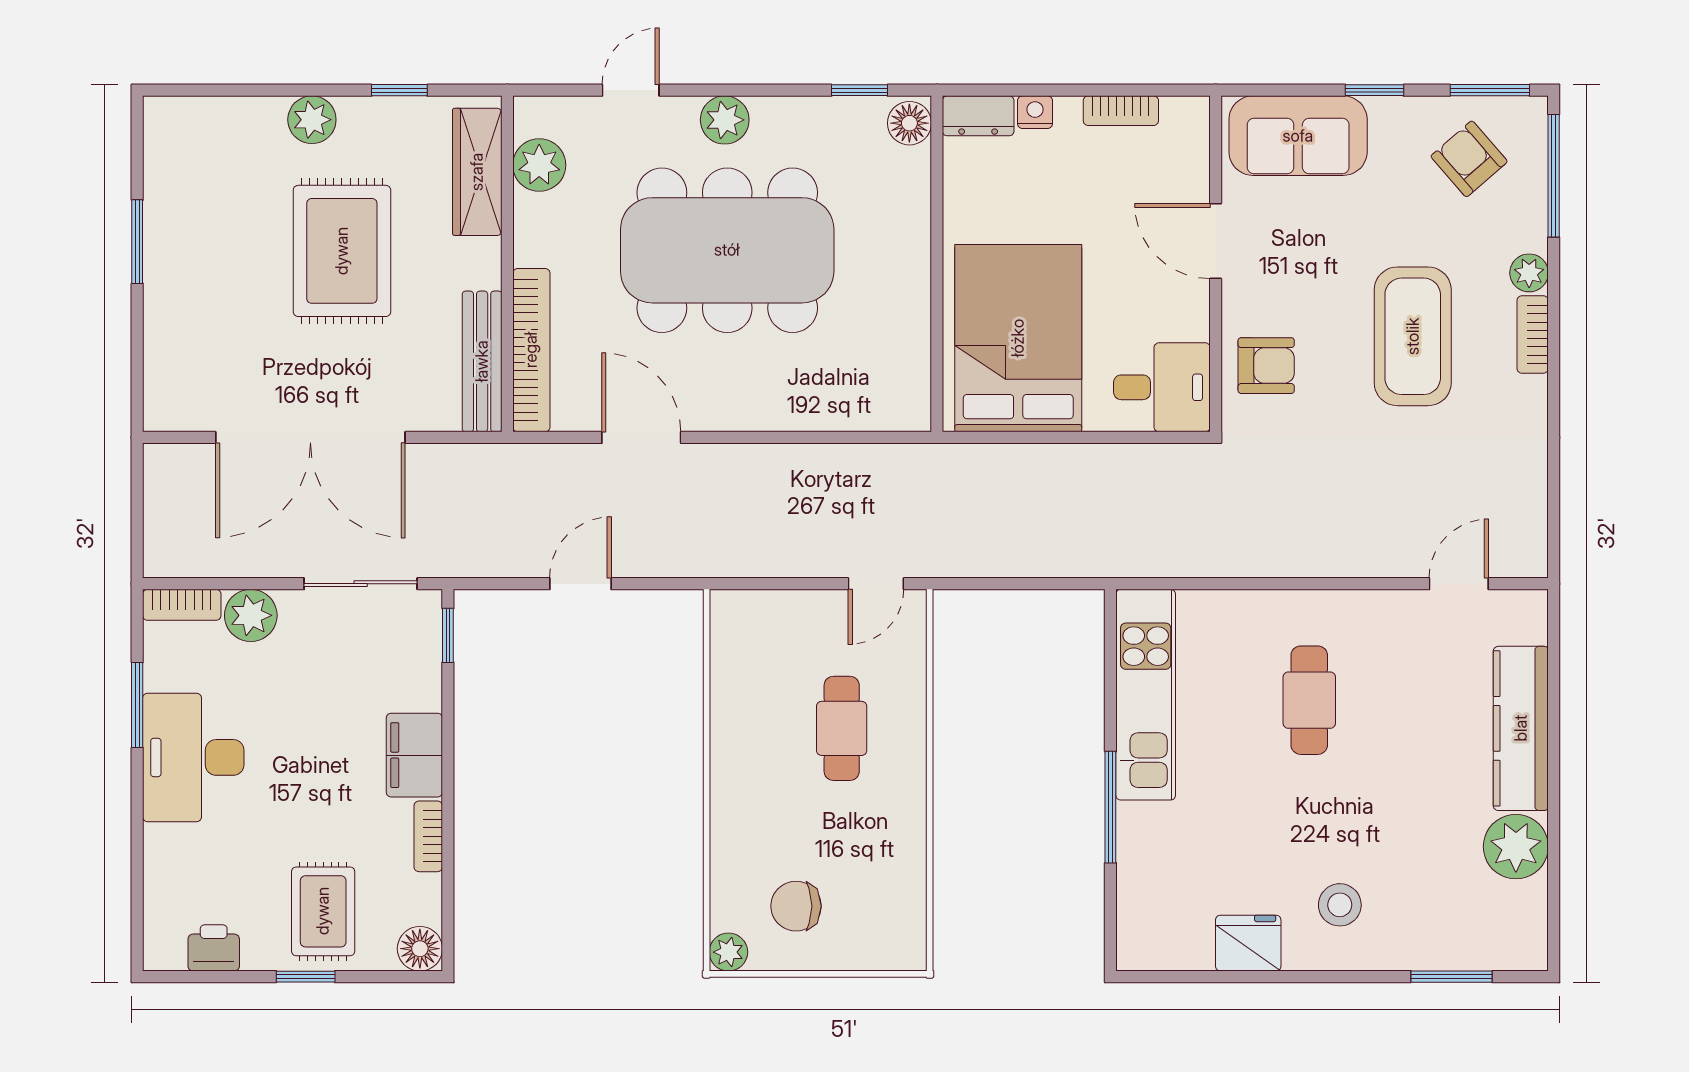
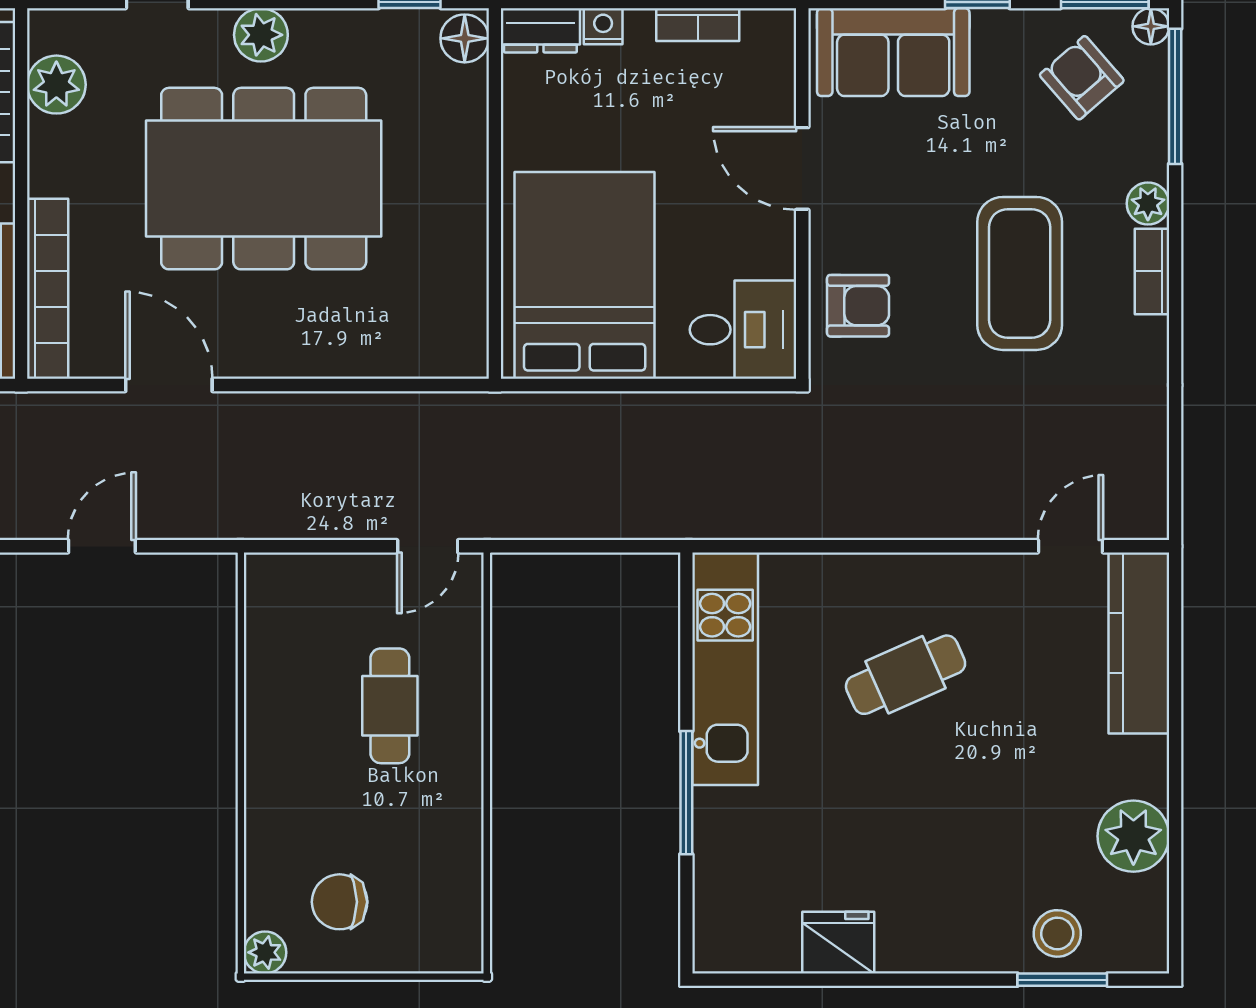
floor lamp: (1532, 112) -> (1151, 26), added
cafe table: (1309, 700) -> (906, 675), turned 66
kitchen counter: (1521, 728) -> (1139, 643), moved
stool: (1340, 905) -> (1057, 933), moved

